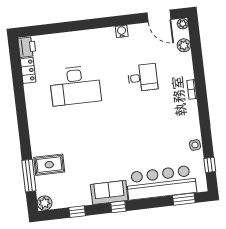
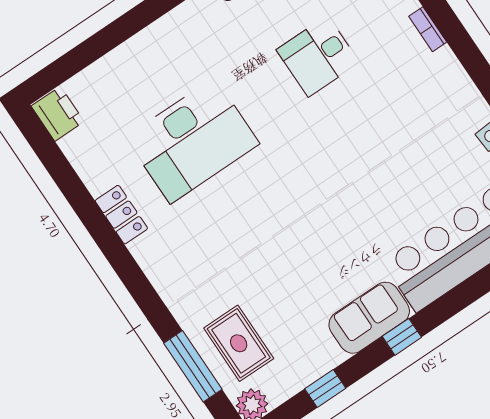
locker: (28, 70) -> (121, 215), moved
desk: (143, 78) -> (318, 56), turned 180
rug: (49, 165) -> (239, 343), moved, turned 90

